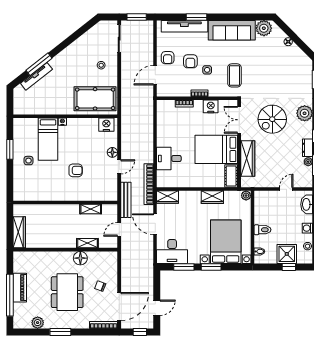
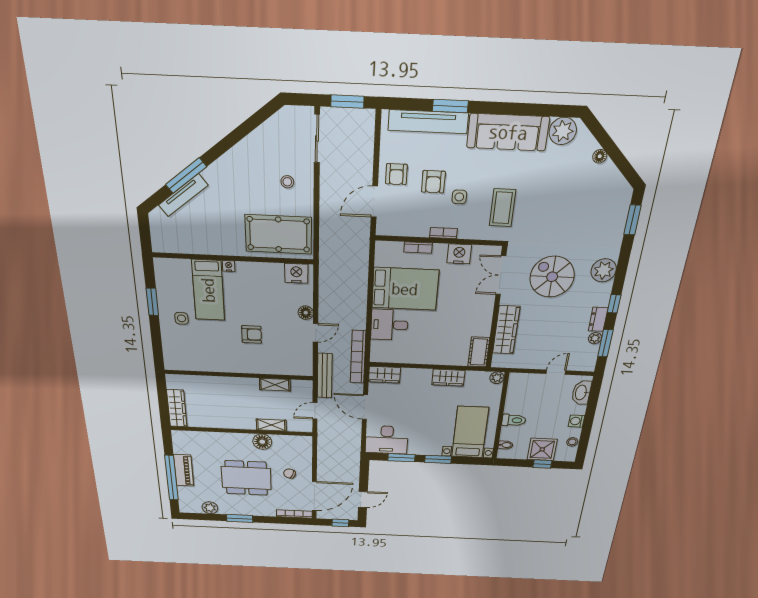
spiral stairs: (272, 119) -> (552, 277), turned 90
bed: (216, 149) -> (405, 289), moved, turned 180
bed with nightstands: (226, 242) -> (470, 432), width x0.73
dining table: (67, 292) -> (246, 478), turned 90

